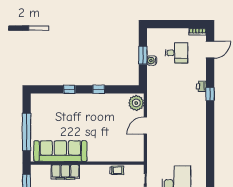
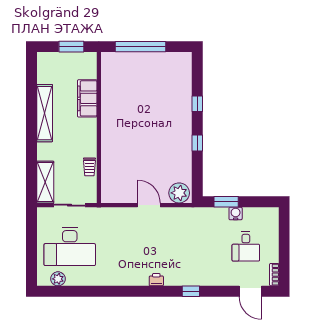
window: (143, 55) -> (226, 202), moved
printer: (201, 86) -> (156, 280), moved
sofa: (60, 151) -> (115, 92), removed

